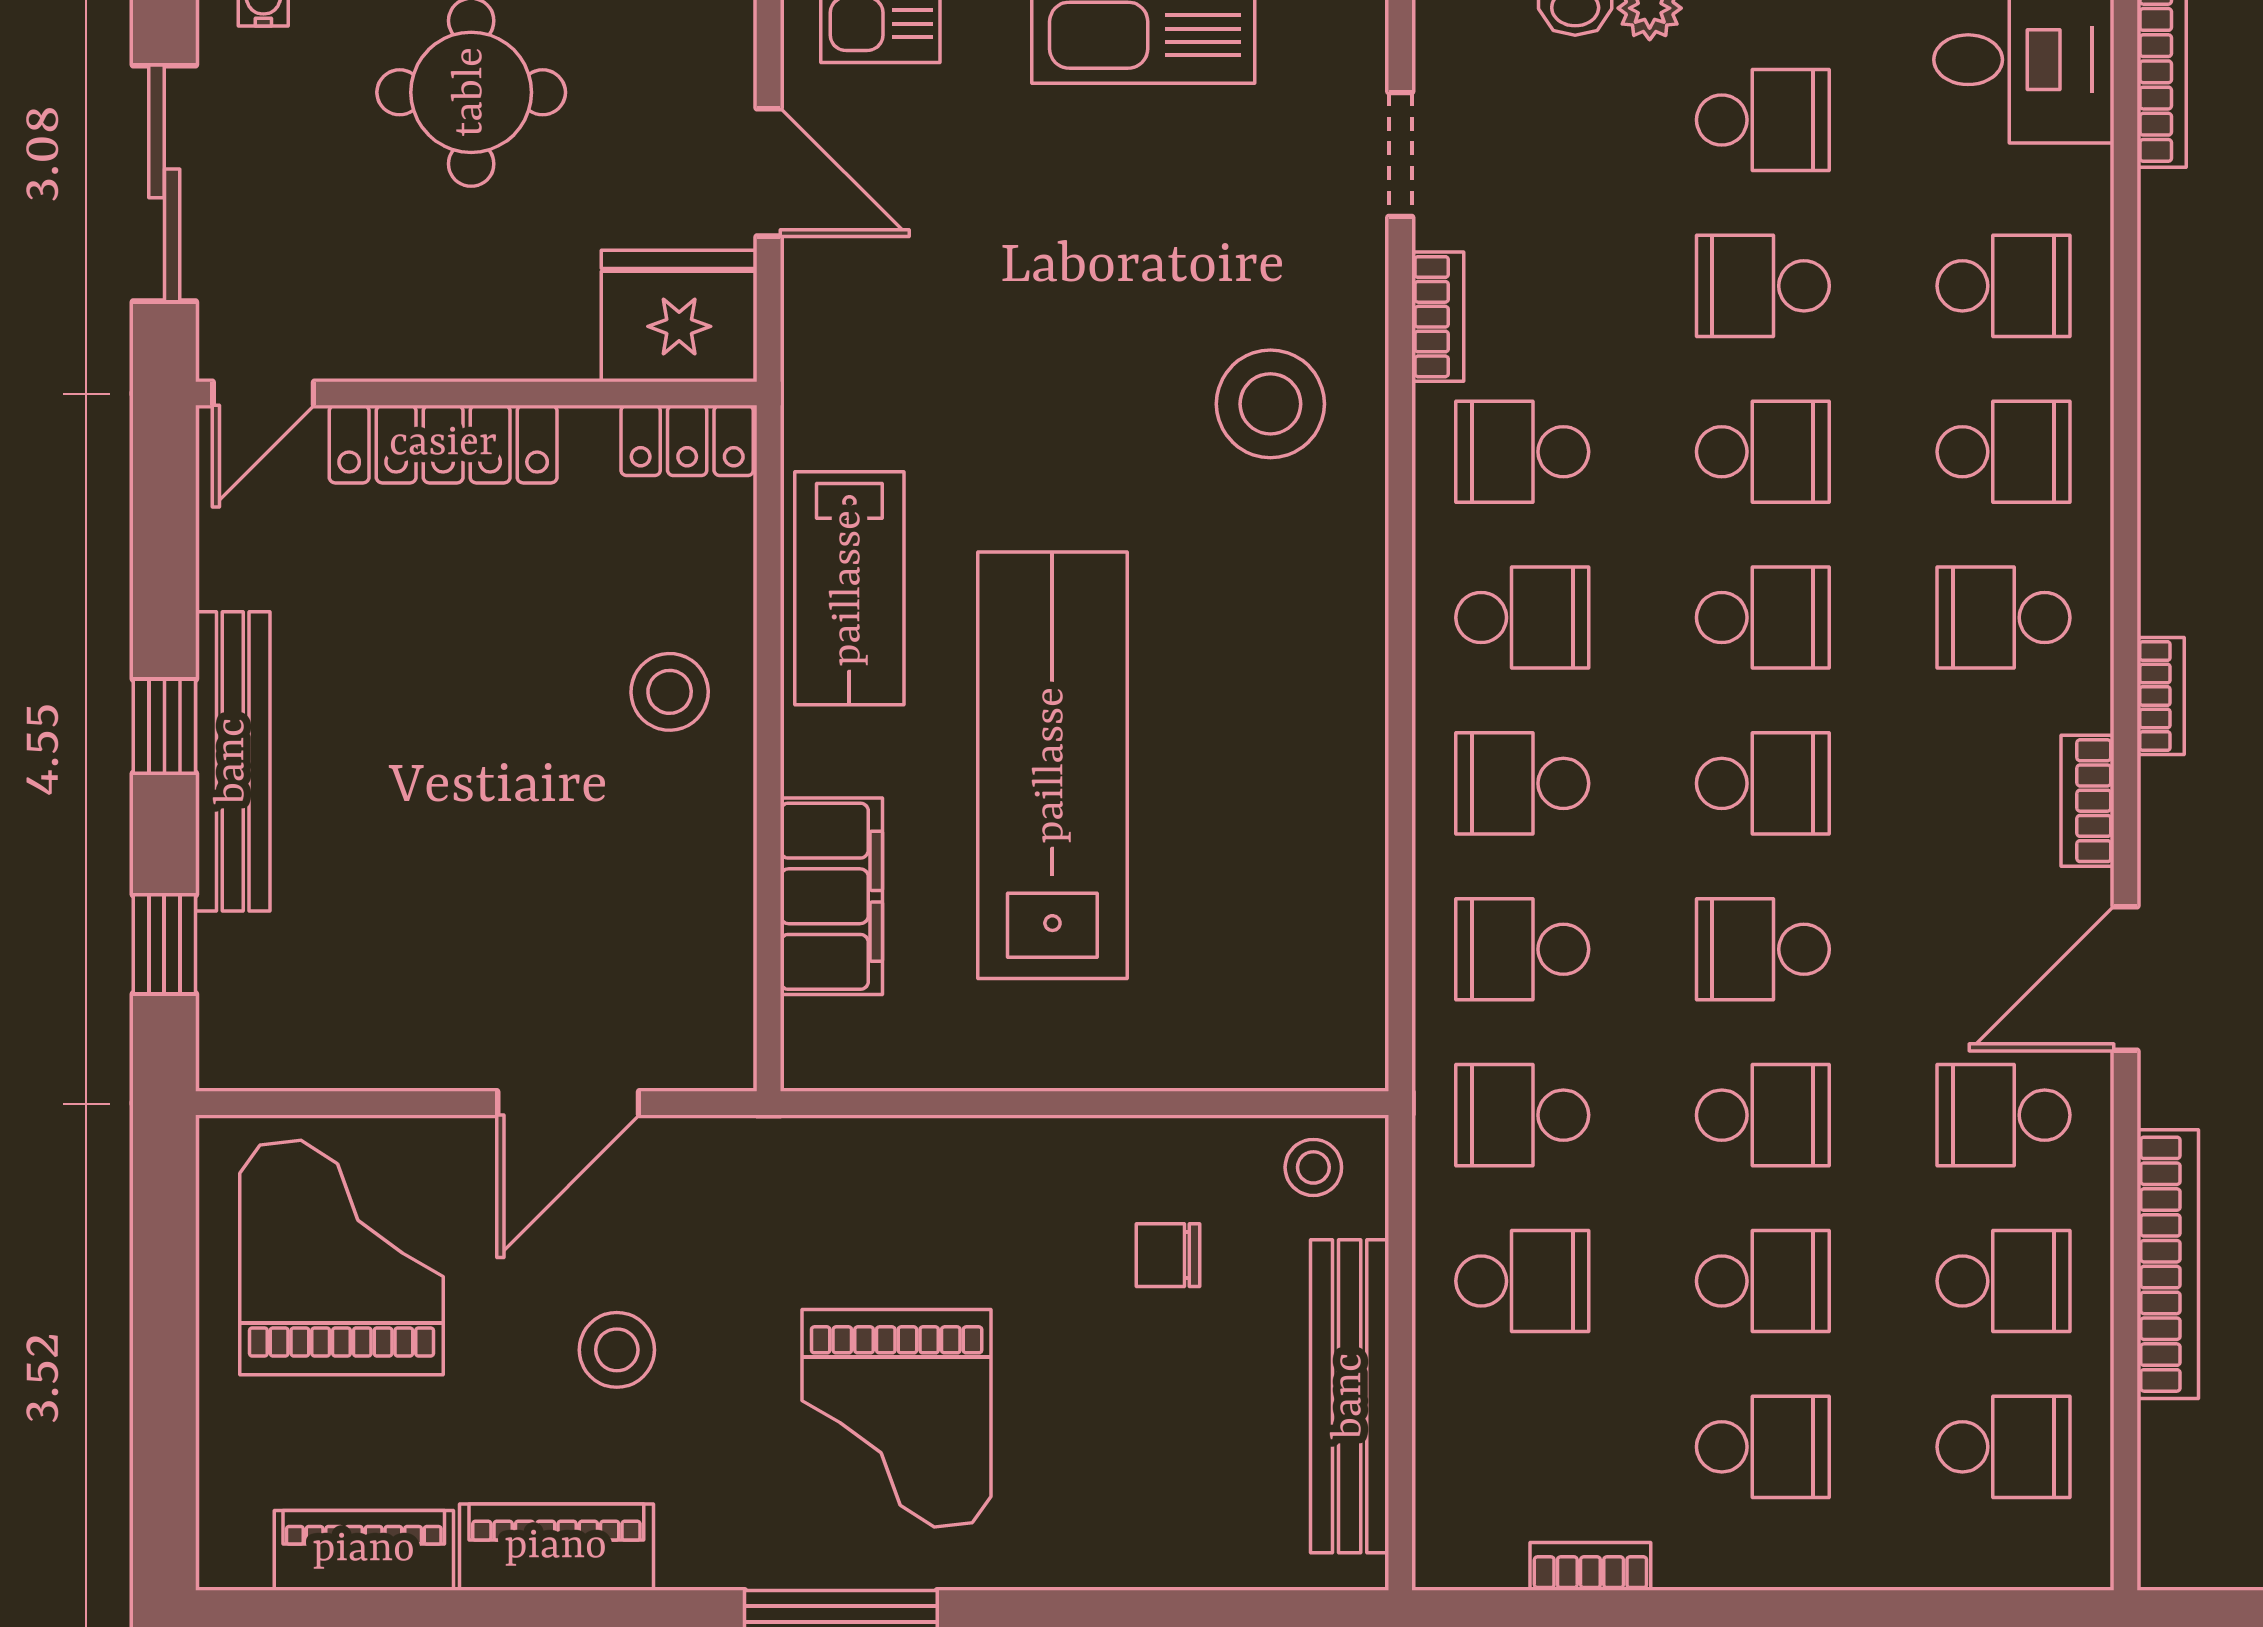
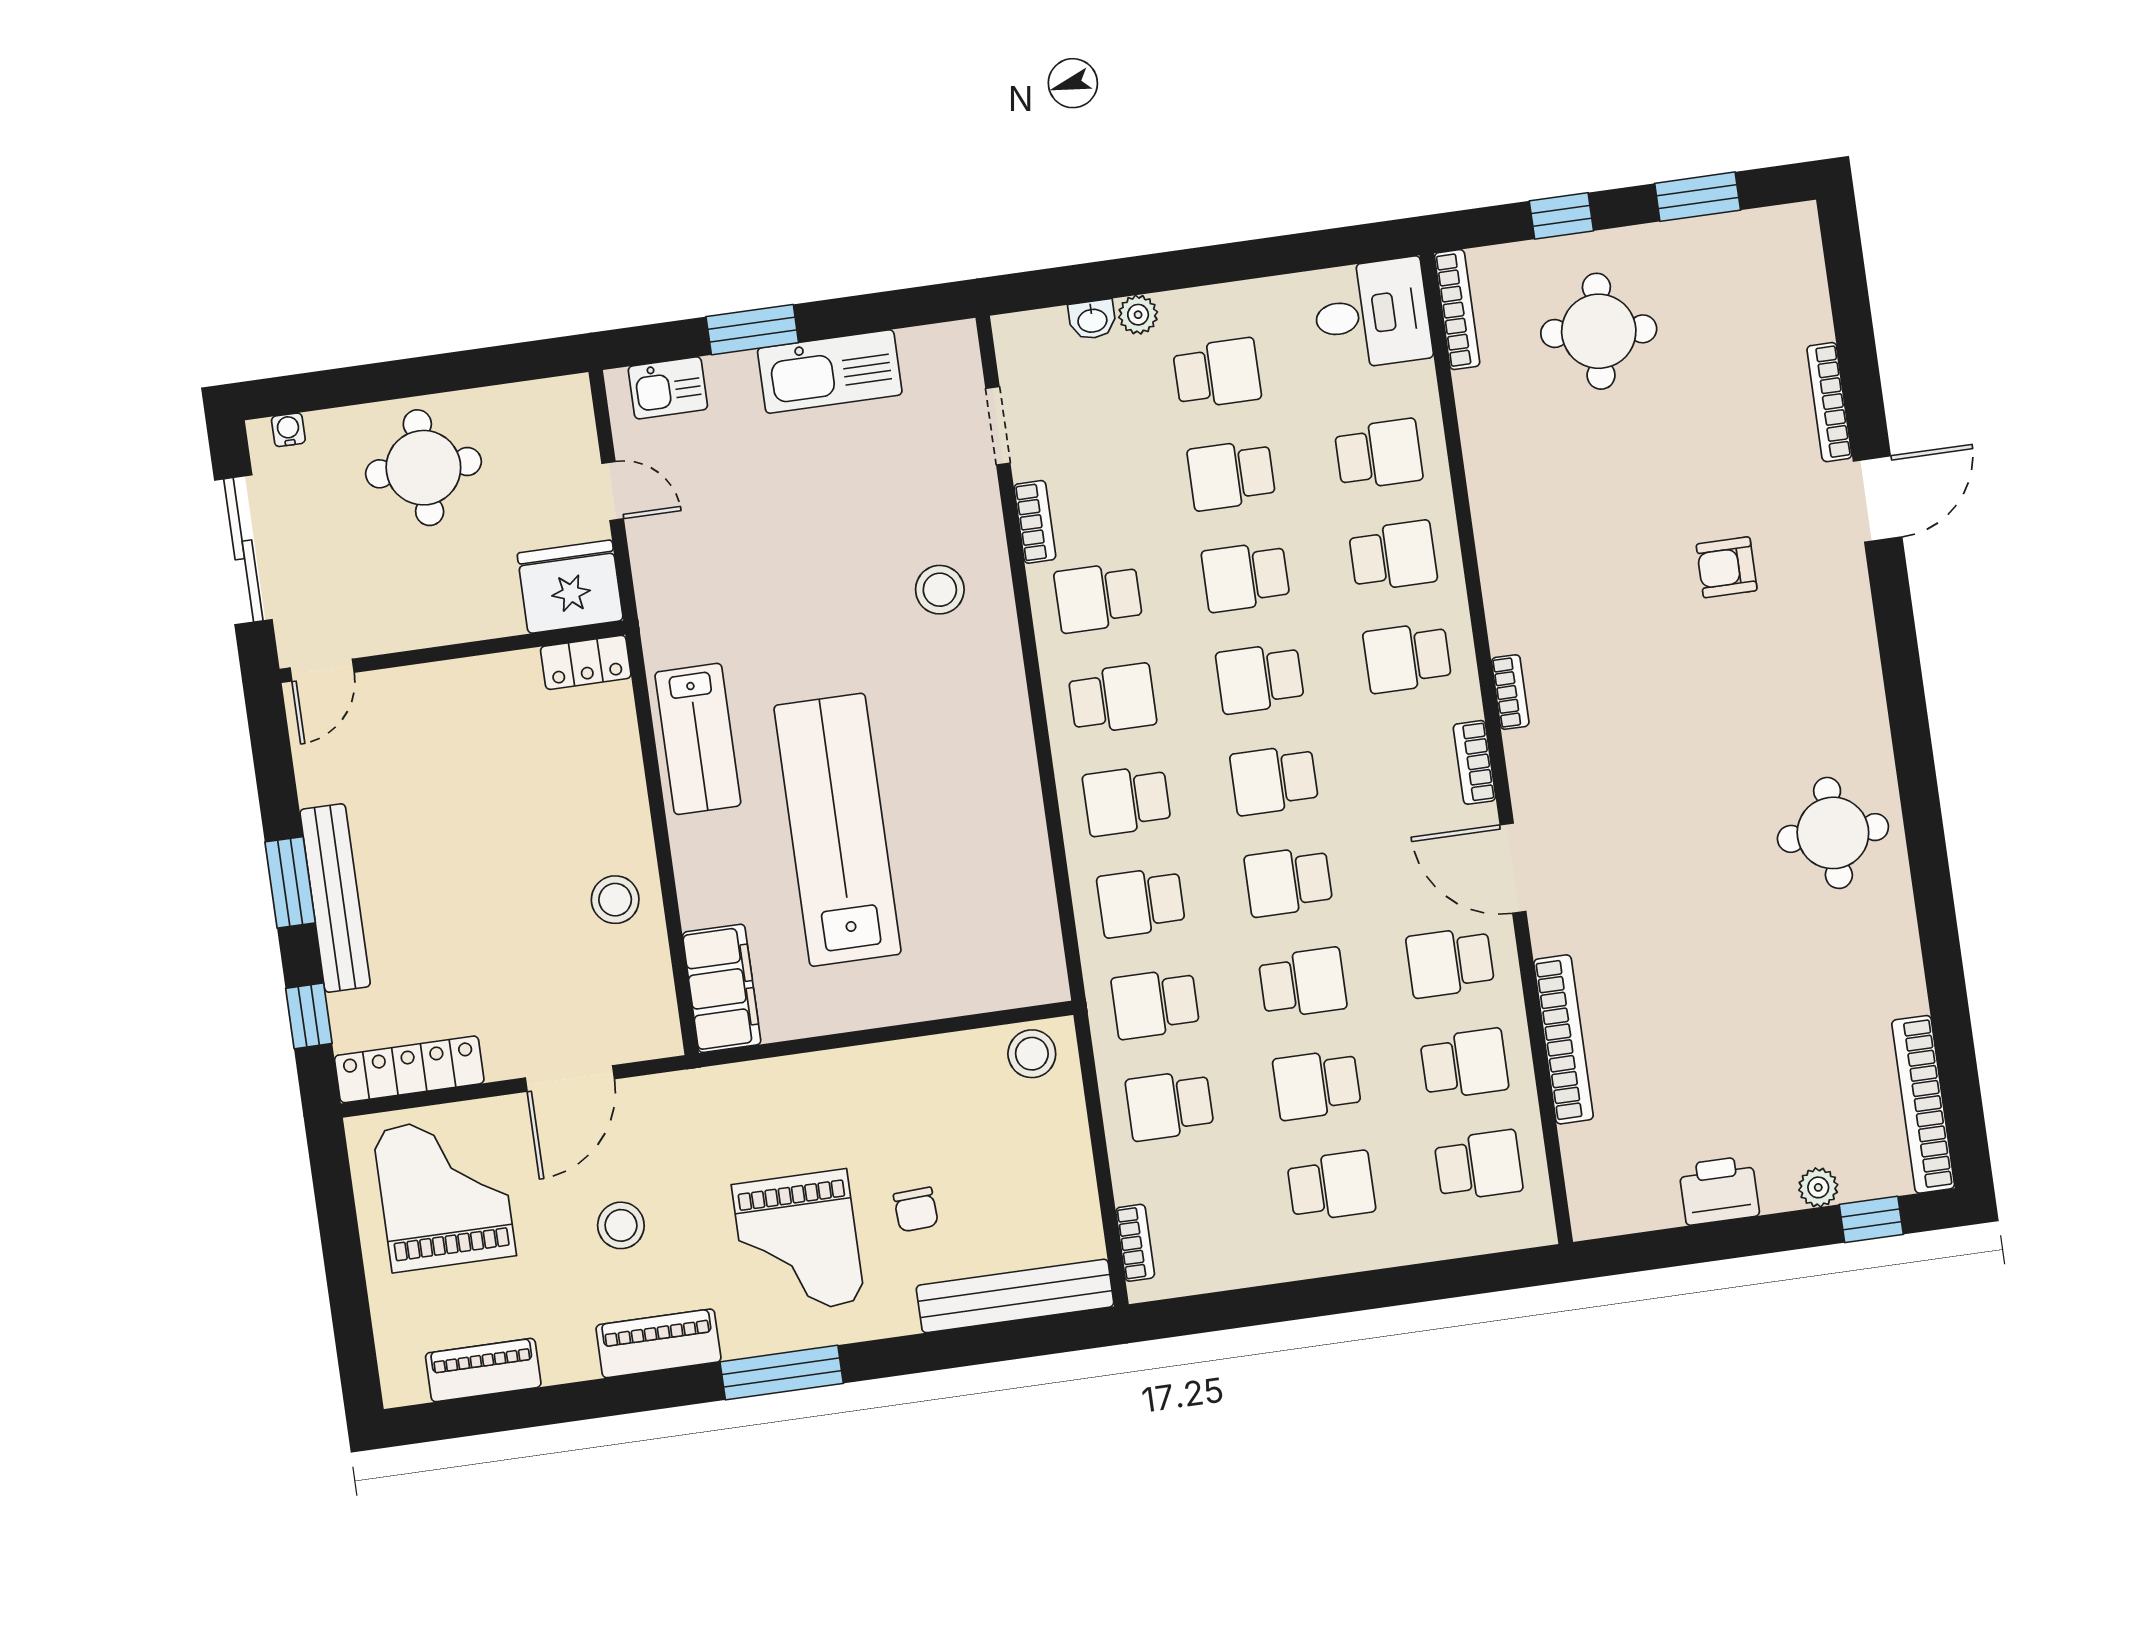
door: (769, 172) -> (613, 491), width x0.73
stool: (1270, 404) -> (940, 590), width x0.73, depth x0.73
locker: (443, 444) -> (409, 1069), moved, turned 180
school desk: (1763, 452) -> (1246, 577), turned 180
school desk: (1763, 618) -> (1260, 678), turned 180
stool: (670, 692) -> (615, 900), moved
window: (164, 726) -> (290, 882), width x1.50
school desk: (1763, 783) -> (1274, 780), turned 180
filing cabinet: (831, 896) -> (722, 988), moved
door: (2125, 979) -> (1513, 868), hinge flipped
stool: (1313, 1167) -> (1032, 1054), width x1.37, depth x1.37
chair: (1168, 1255) -> (916, 1210), moved, turned -93
school desk: (1522, 1281) -> (1170, 1105), turned 180
school desk: (1763, 1281) -> (1317, 1085), turned 180
bench: (1350, 1396) -> (1015, 1296), moved, turned 90
piano: (556, 1547) -> (658, 1343), moved
bookcase: (1590, 1566) -> (1135, 1243), moved, turned 90

